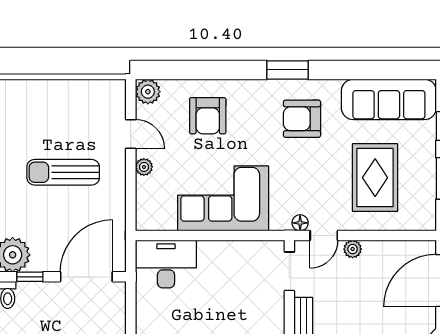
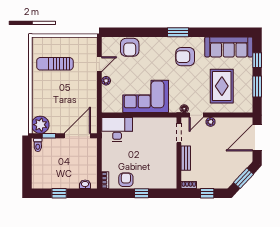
plant: (148, 92) -> (108, 43), removed
armchair: (208, 116) -> (130, 47), moved
door: (131, 134) -> (99, 64), hinge flipped
sun lounger: (63, 172) -> (55, 64), moved

